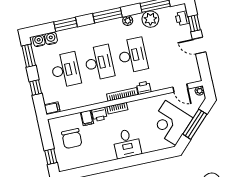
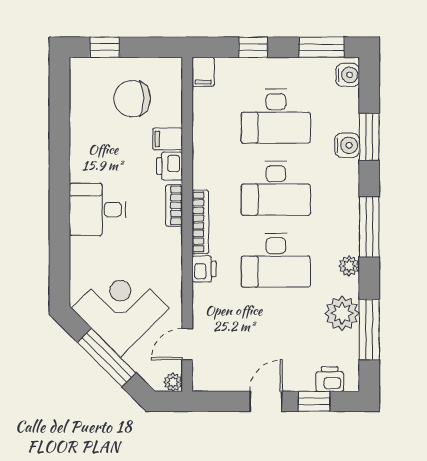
water cooler: (51, 38) -> (347, 145), moved

